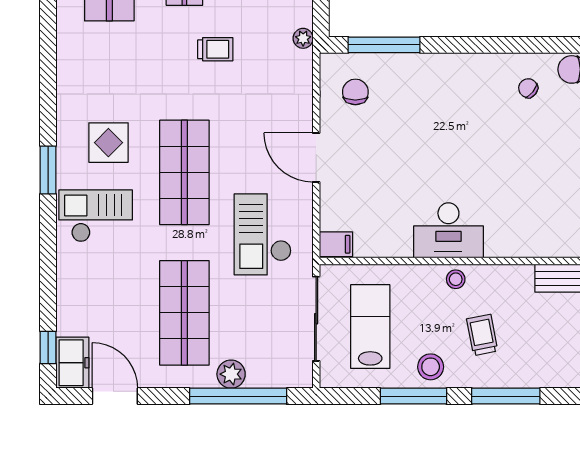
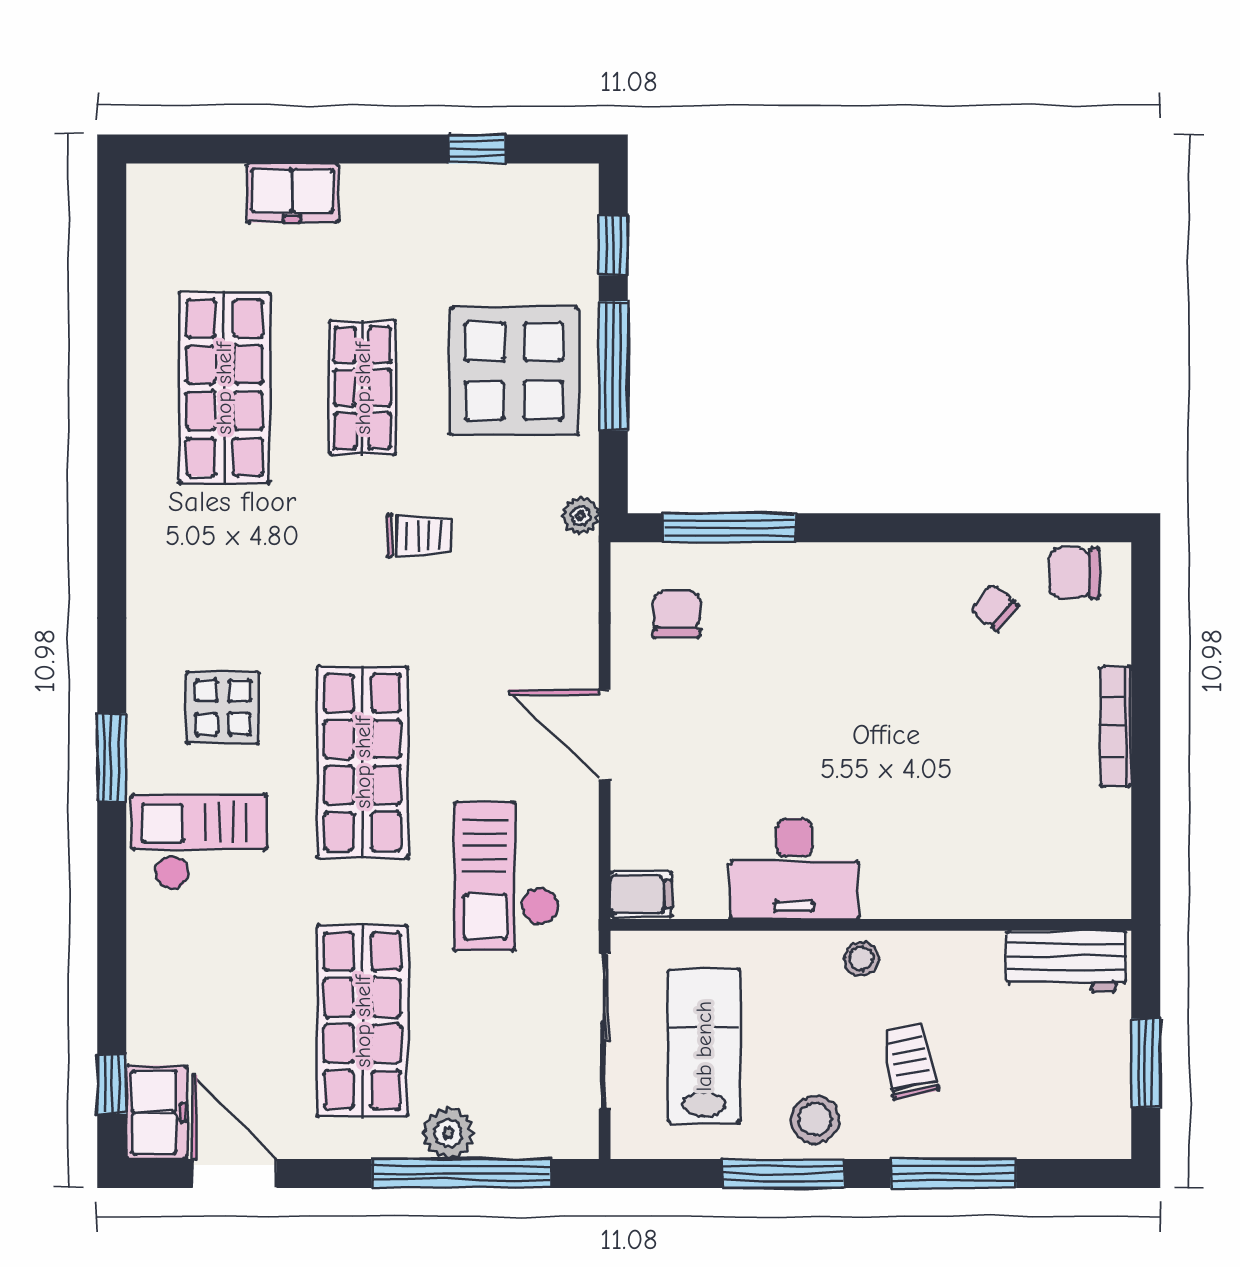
desk: (448, 230) -> (794, 869), moved

